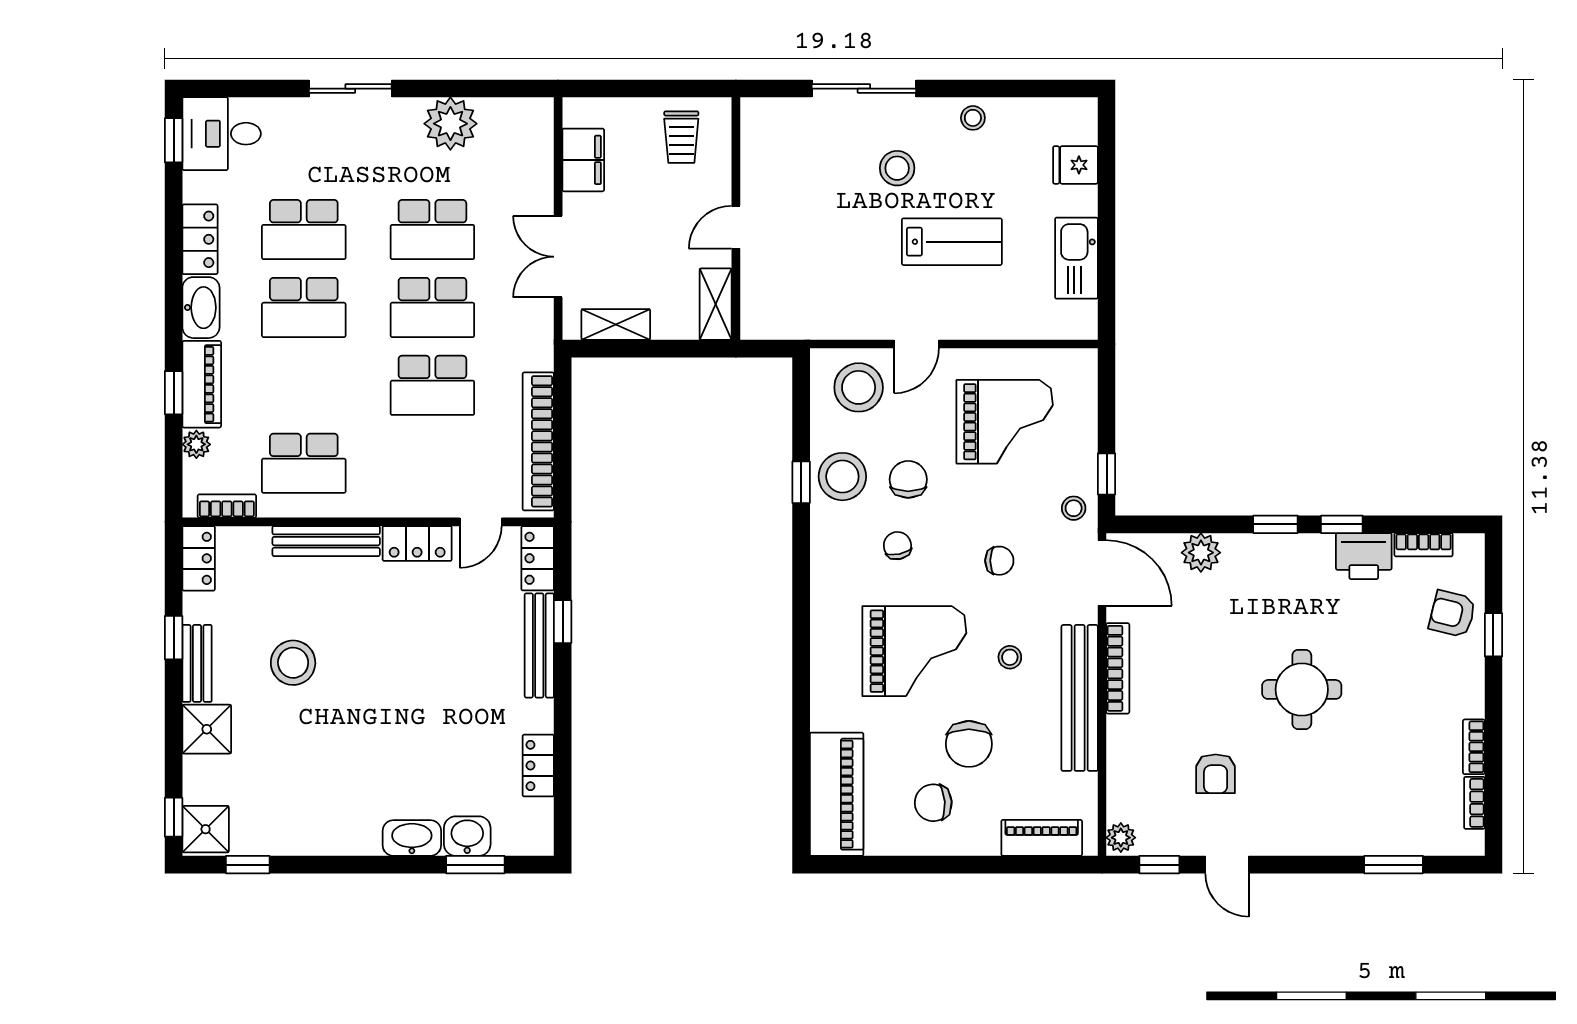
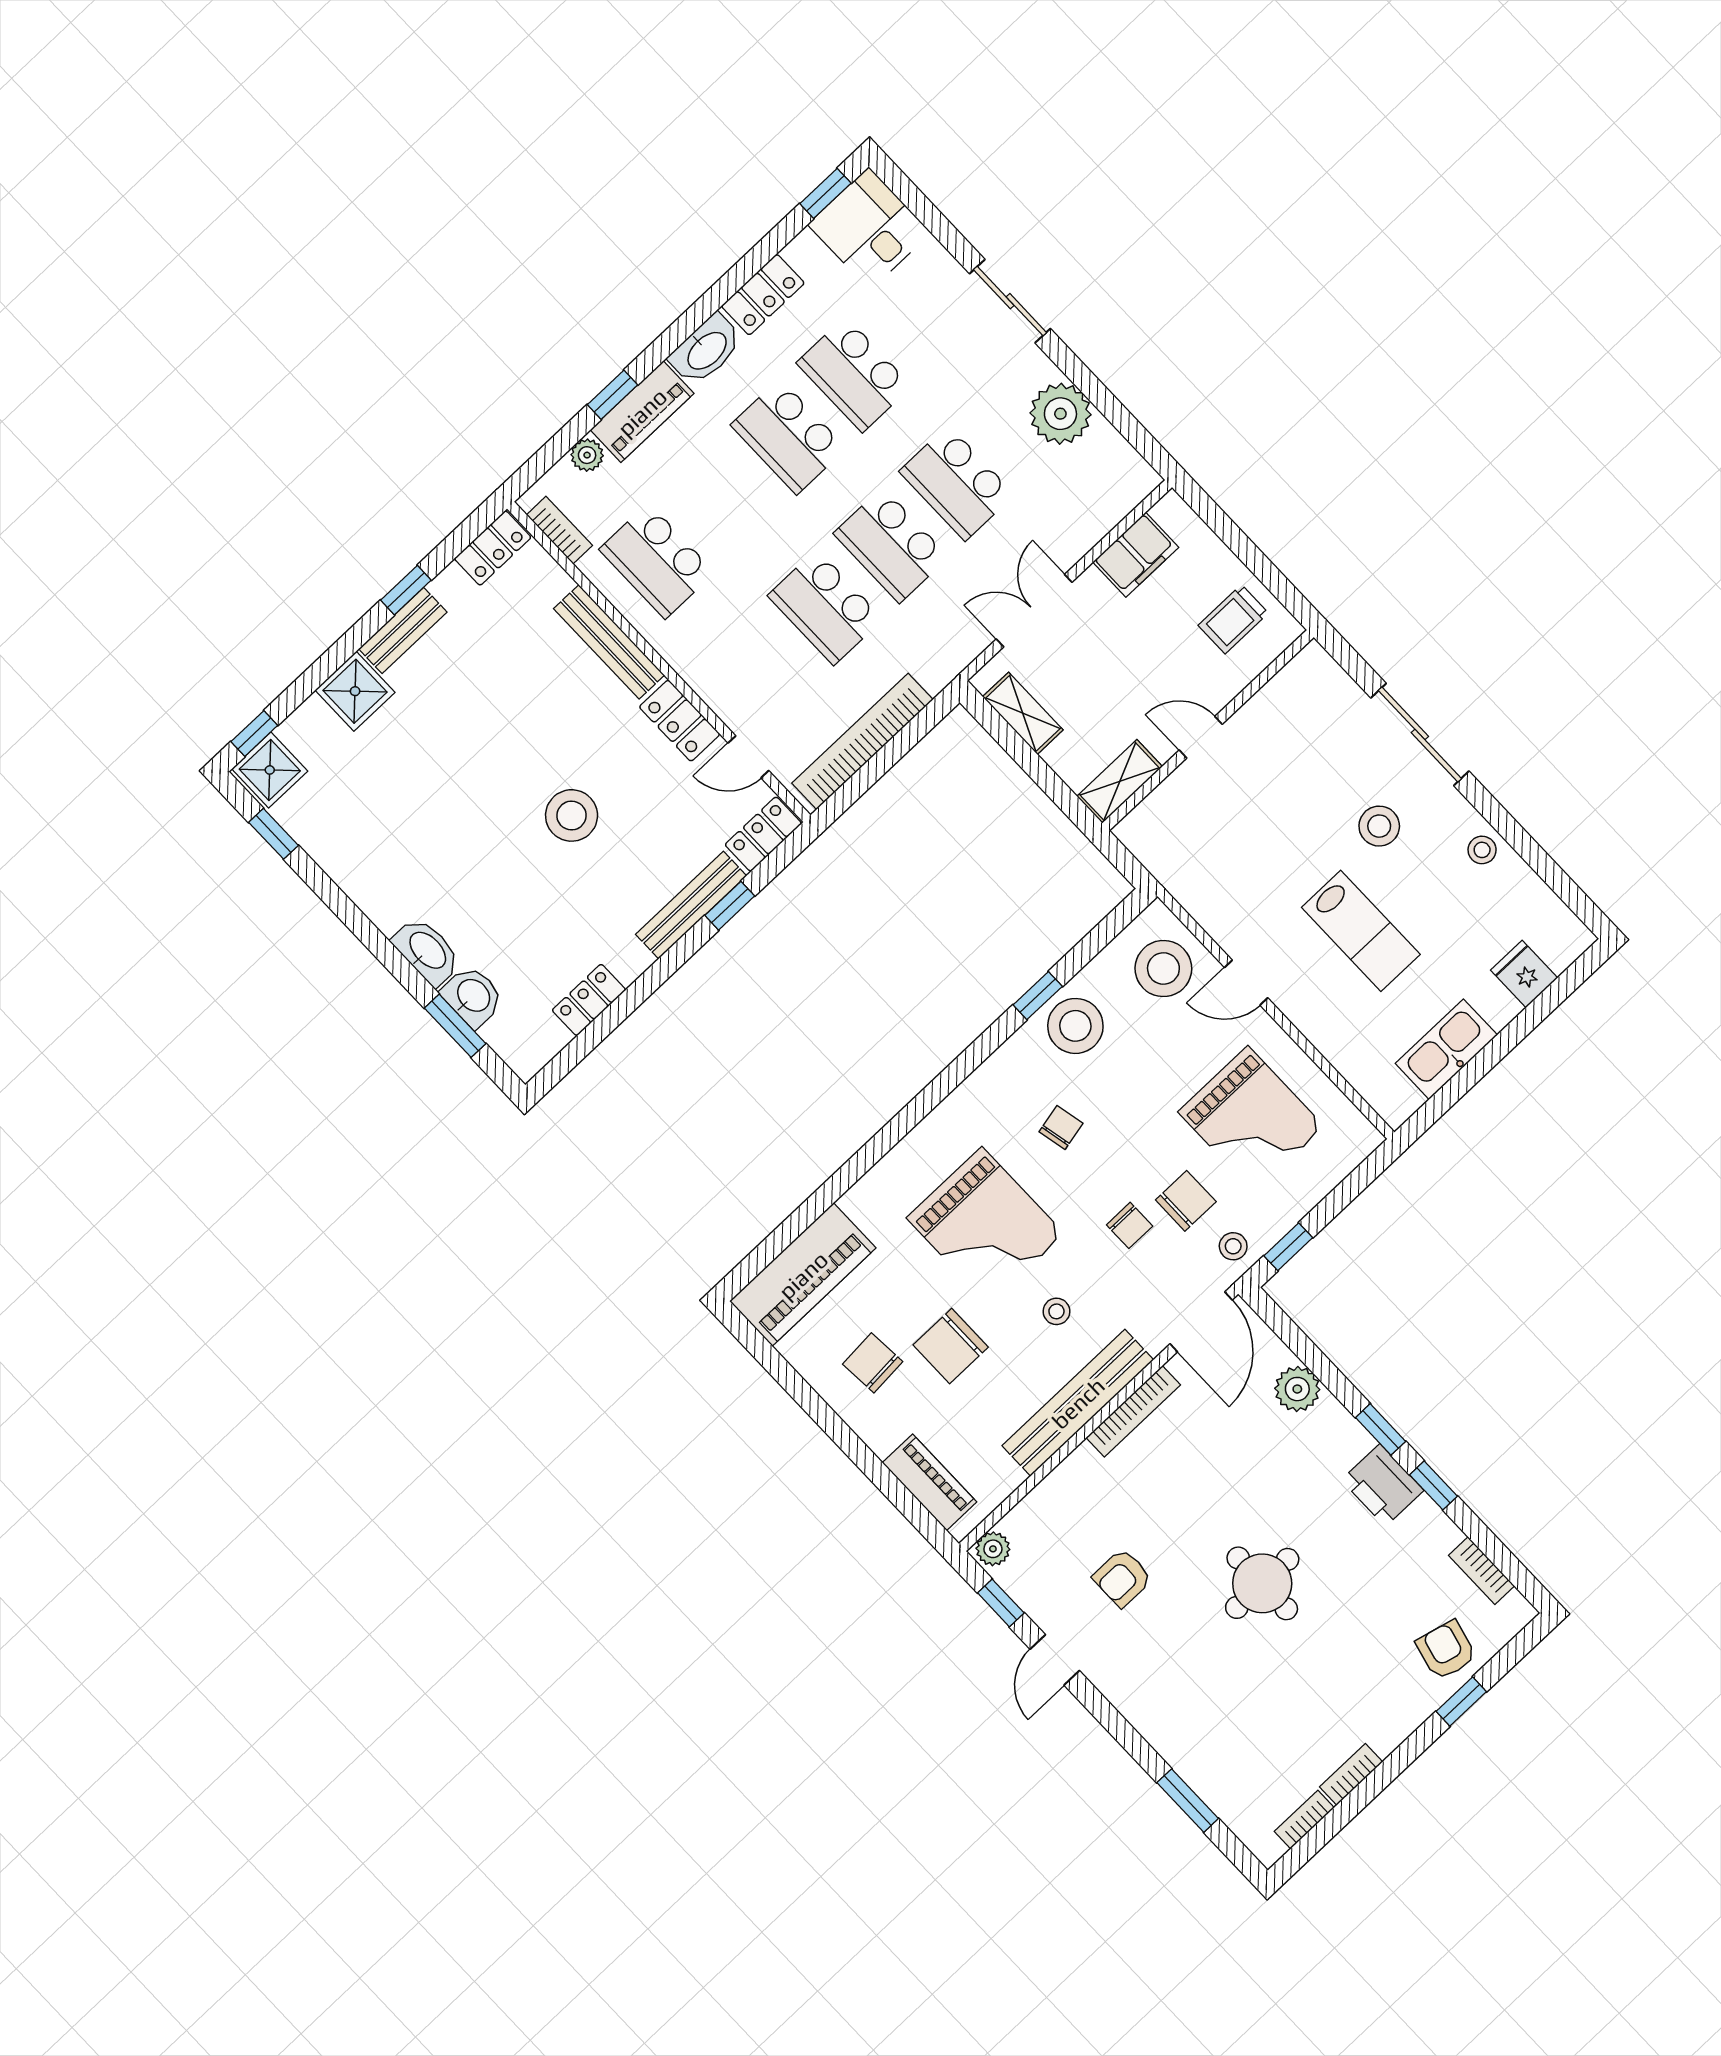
chair: (908, 479) -> (1186, 1201), moved
printer: (1364, 556) -> (1383, 1485), moved
stool: (293, 663) -> (572, 815), moved

